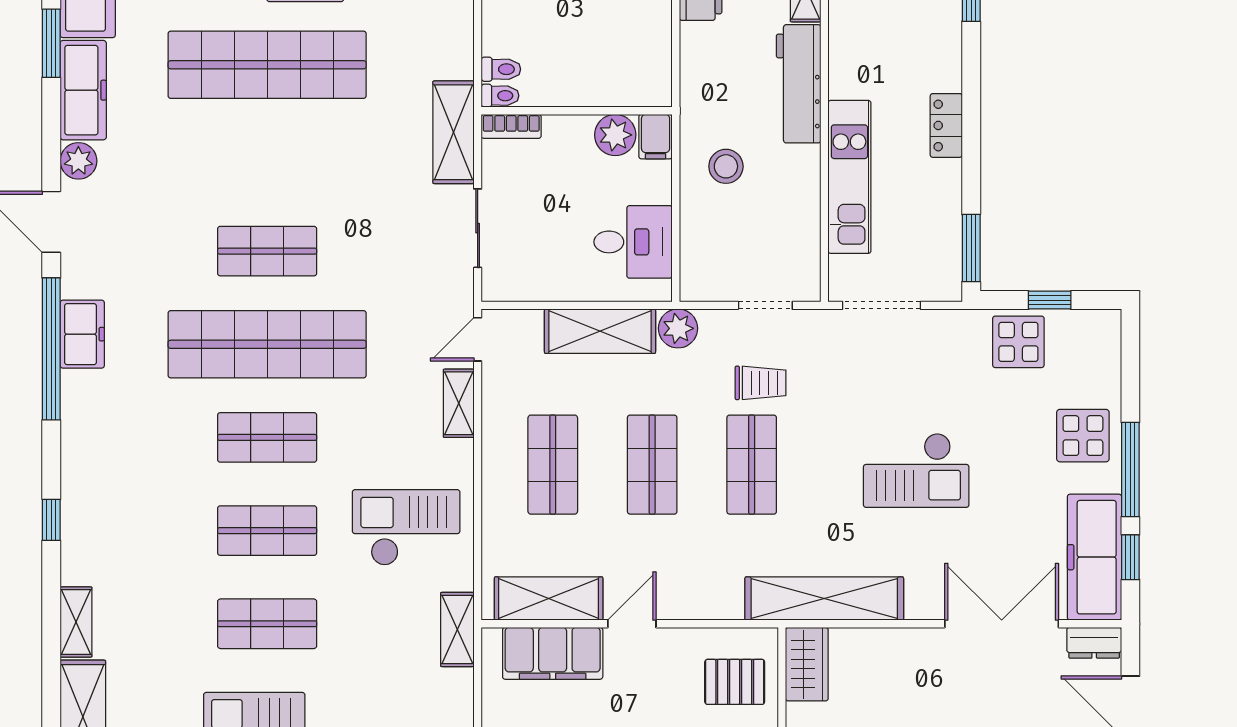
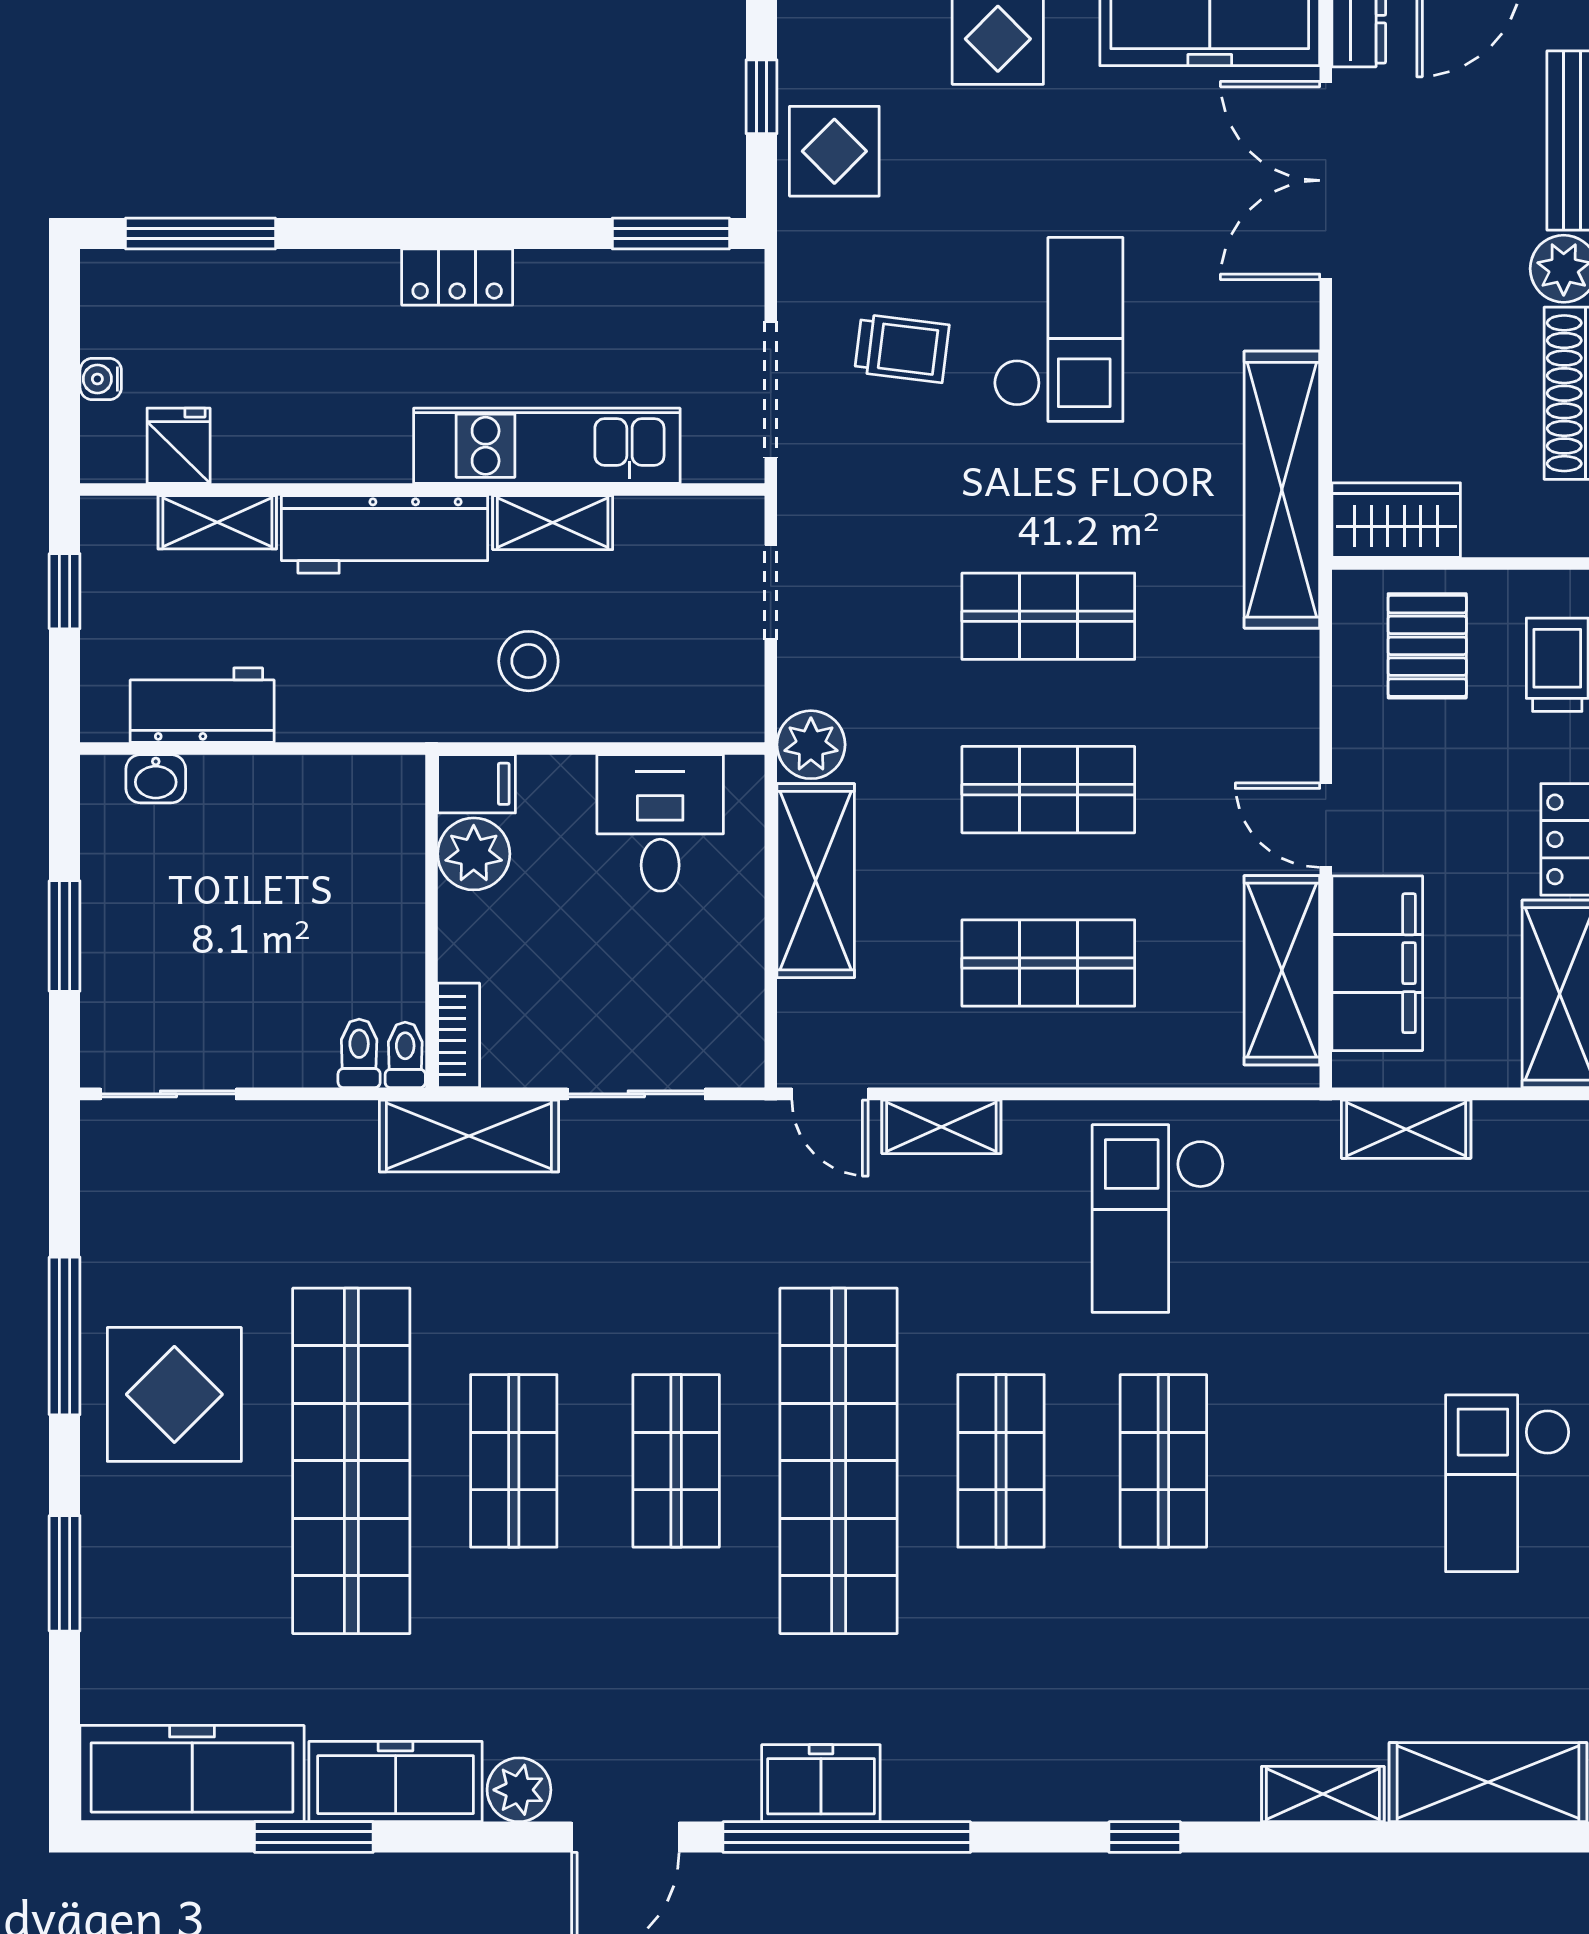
shelving: (805, 180) -> (553, 523), added
trolley: (761, 383) -> (902, 348), moved, turned 97
shop shelf: (267, 624) -> (514, 1461), moved
shelving: (457, 629) -> (1406, 1129), moved

